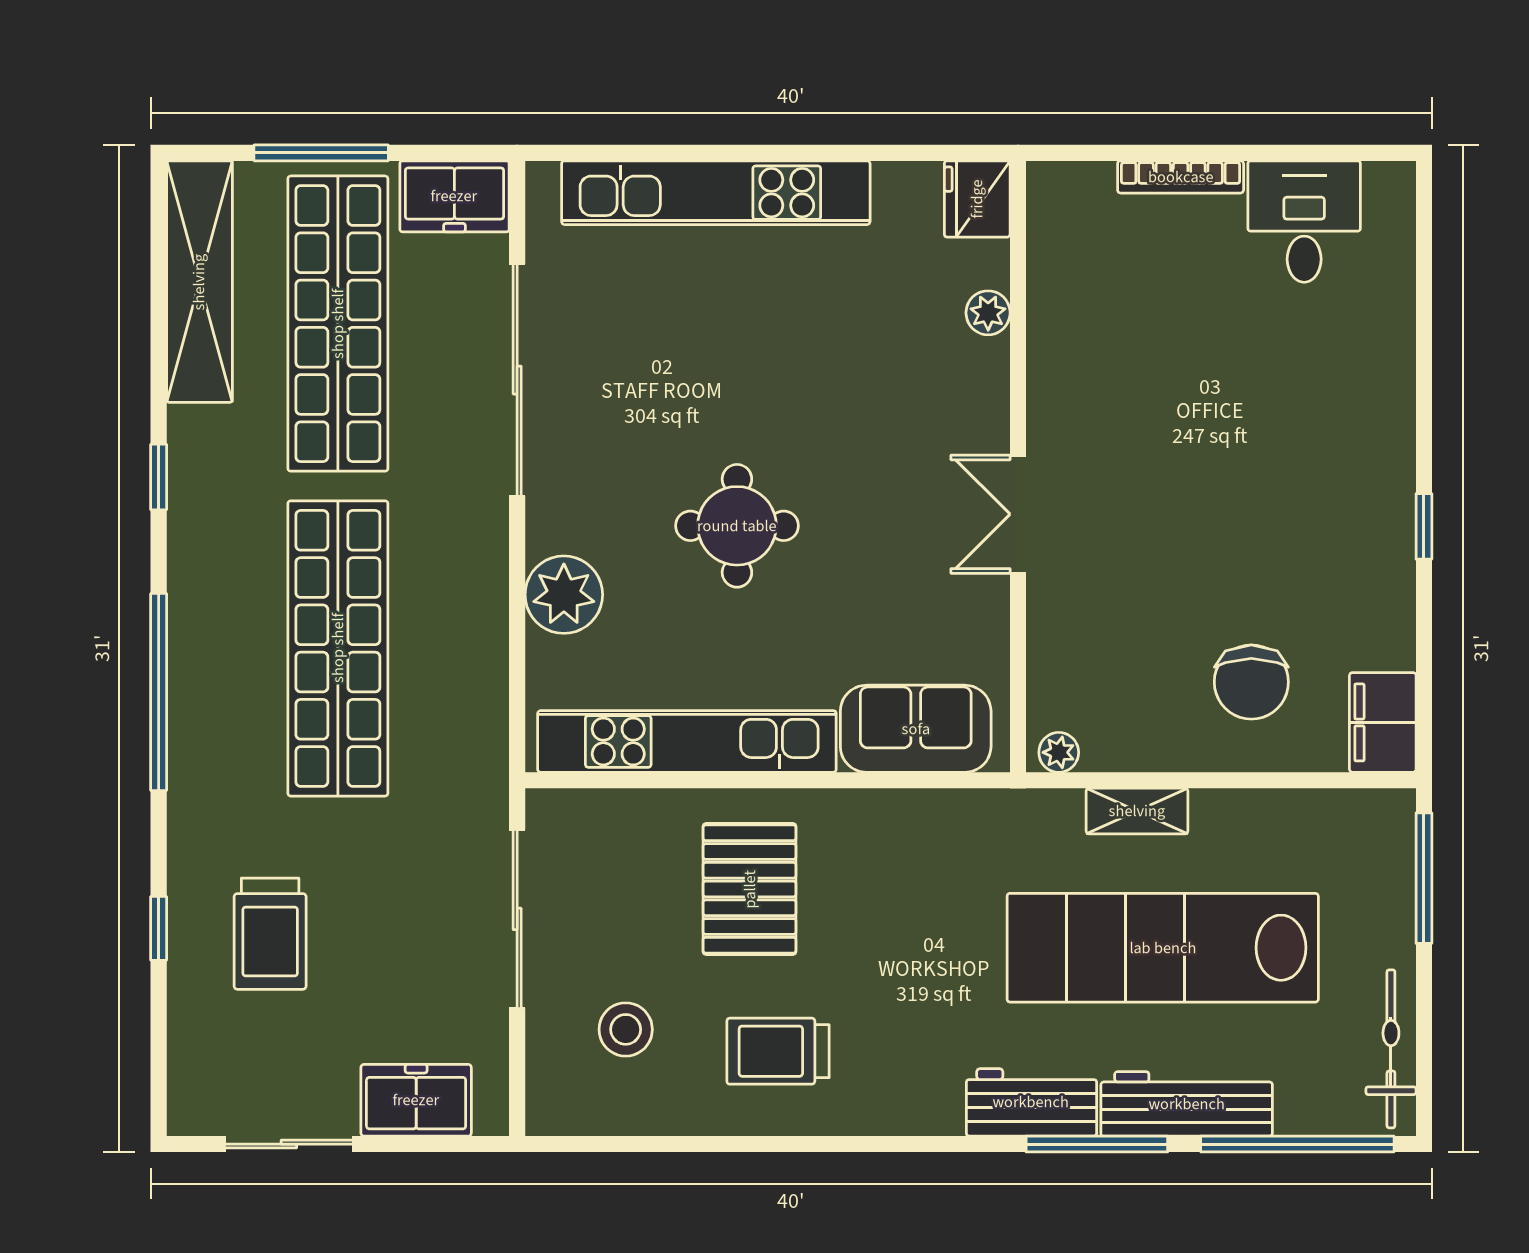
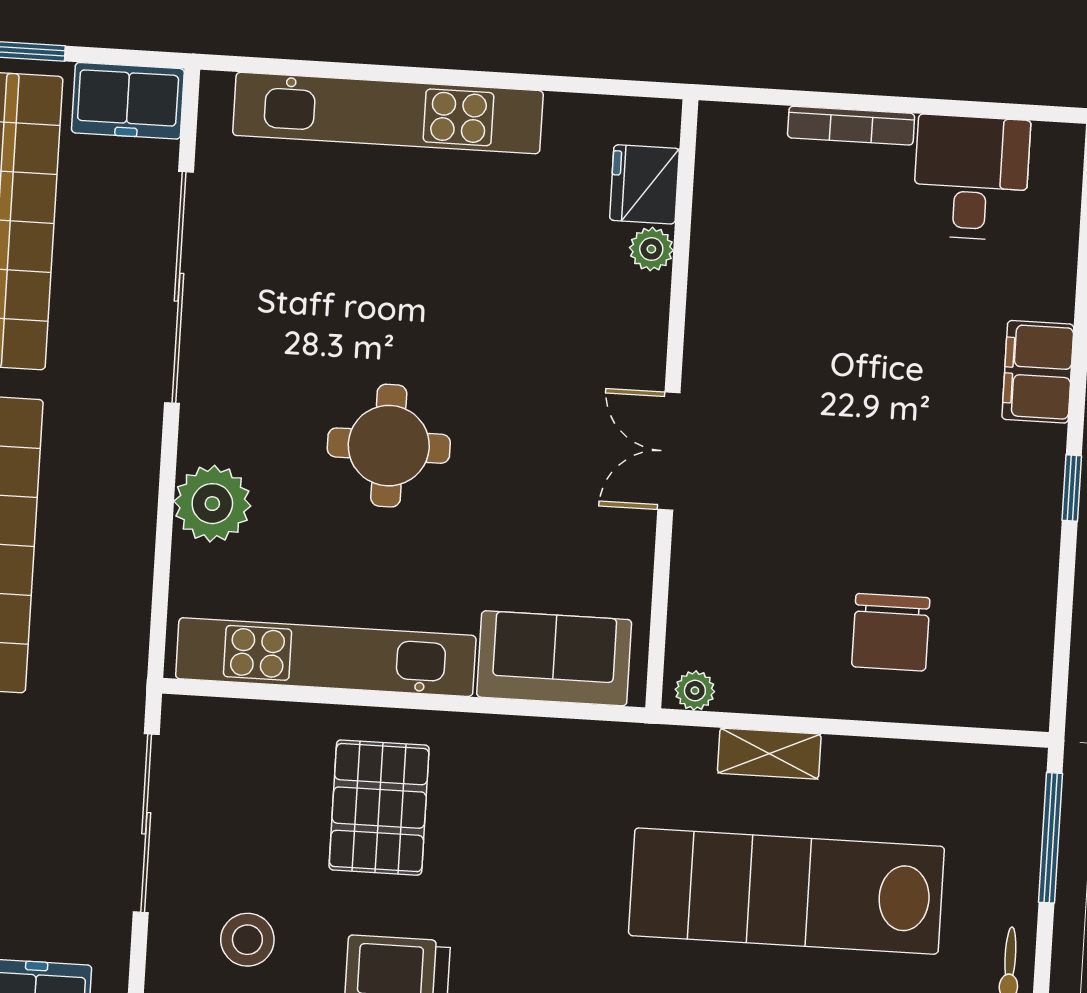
fridge: (977, 199) -> (644, 184), moved
filing cabinet: (1383, 722) -> (1038, 372), moved

